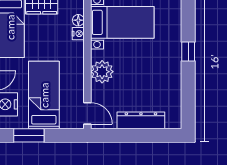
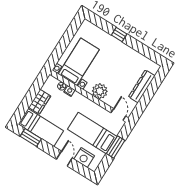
door: (87, 113) -> (118, 115), hinge flipped
window: (29, 135) -> (116, 147), moved

